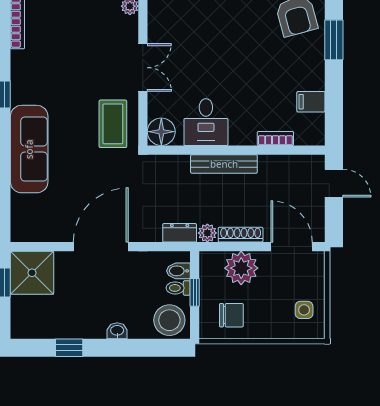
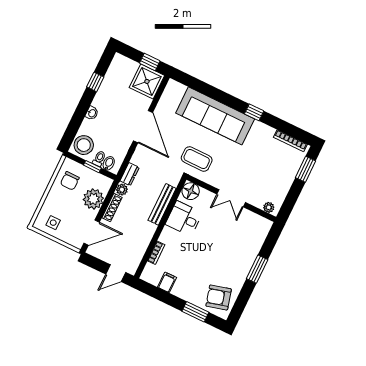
coffee table: (113, 124) -> (197, 159), moved
sofa: (29, 149) -> (215, 116), width x1.36, depth x1.27
bench: (224, 164) -> (162, 204), moved

